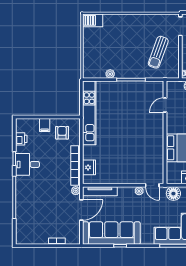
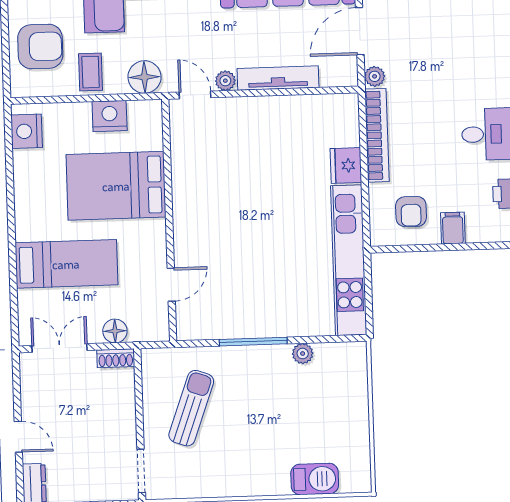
barbecue: (93, 20) -> (315, 479), moved
fridge: (89, 167) -> (346, 165), moved
tv unit: (100, 191) -> (278, 78), moved

